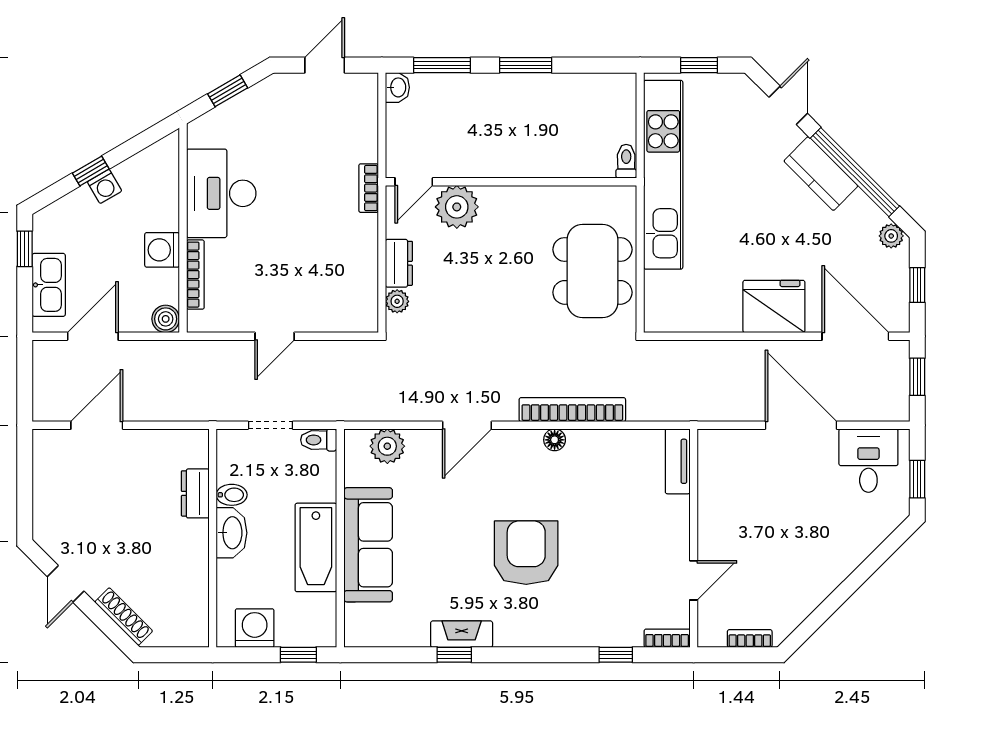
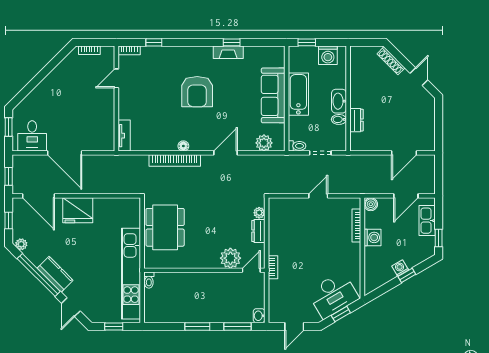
desk: (221, 193) -> (333, 295), moved, turned 60

